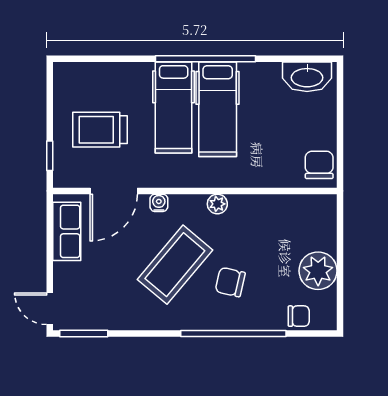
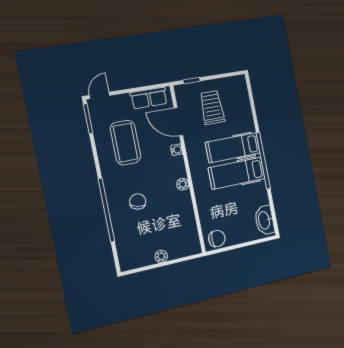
coffee table: (175, 265) -> (125, 143), moved, turned 50
plant: (318, 271) -> (161, 256), width x0.53, depth x0.53
chair: (299, 316) -> (125, 247), removed

